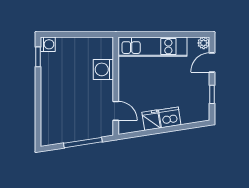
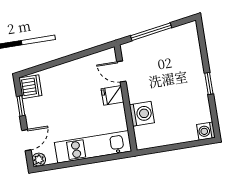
window: (38, 57) -> (209, 84), moved
dishwasher: (170, 117) -> (30, 87), moved, turned -81
fridge: (151, 120) -> (112, 95), moved, turned 99

